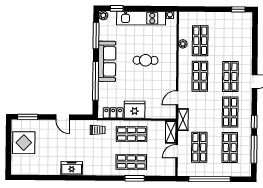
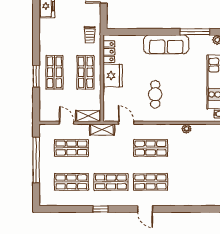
shop shelf: (200, 41) -> (190, 148), removed
cafe table: (146, 60) -> (155, 94), moved
window: (96, 81) -> (144, 32), removed
window: (254, 149) -> (70, 209), removed

